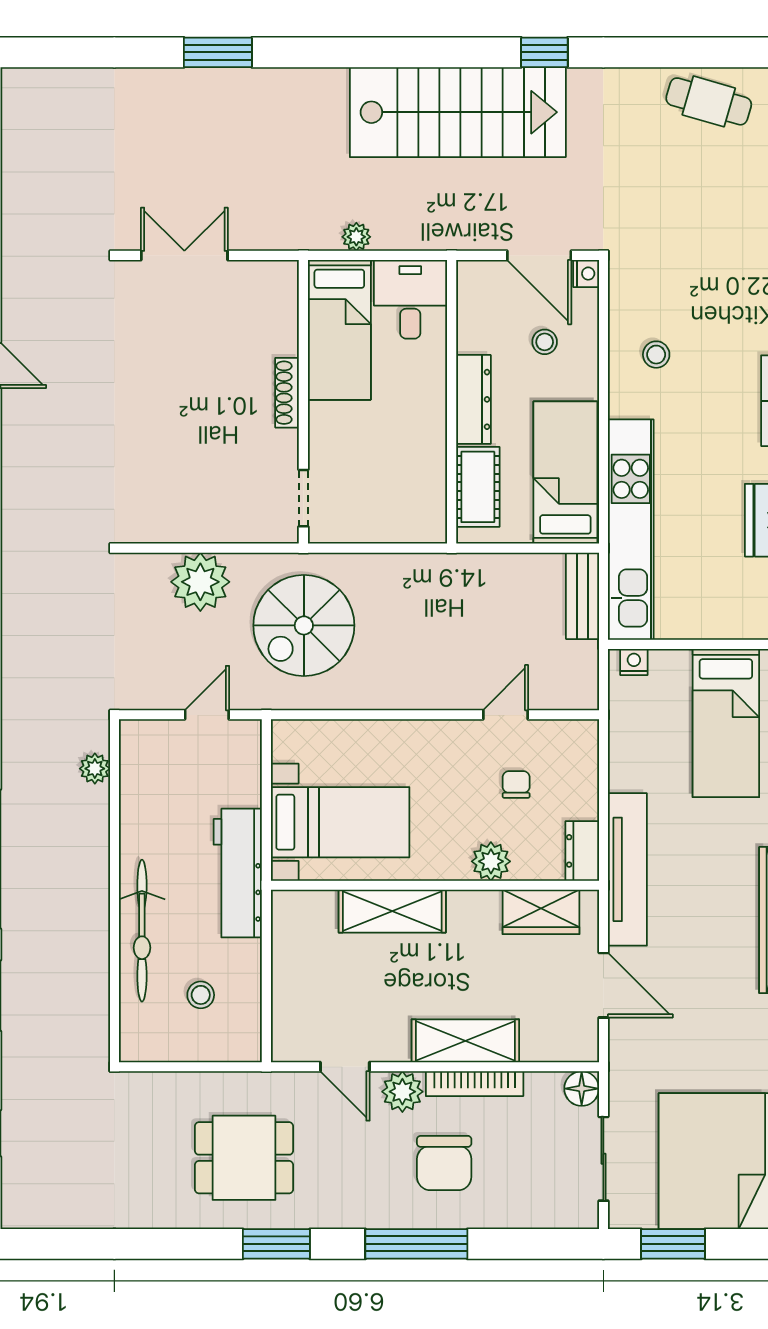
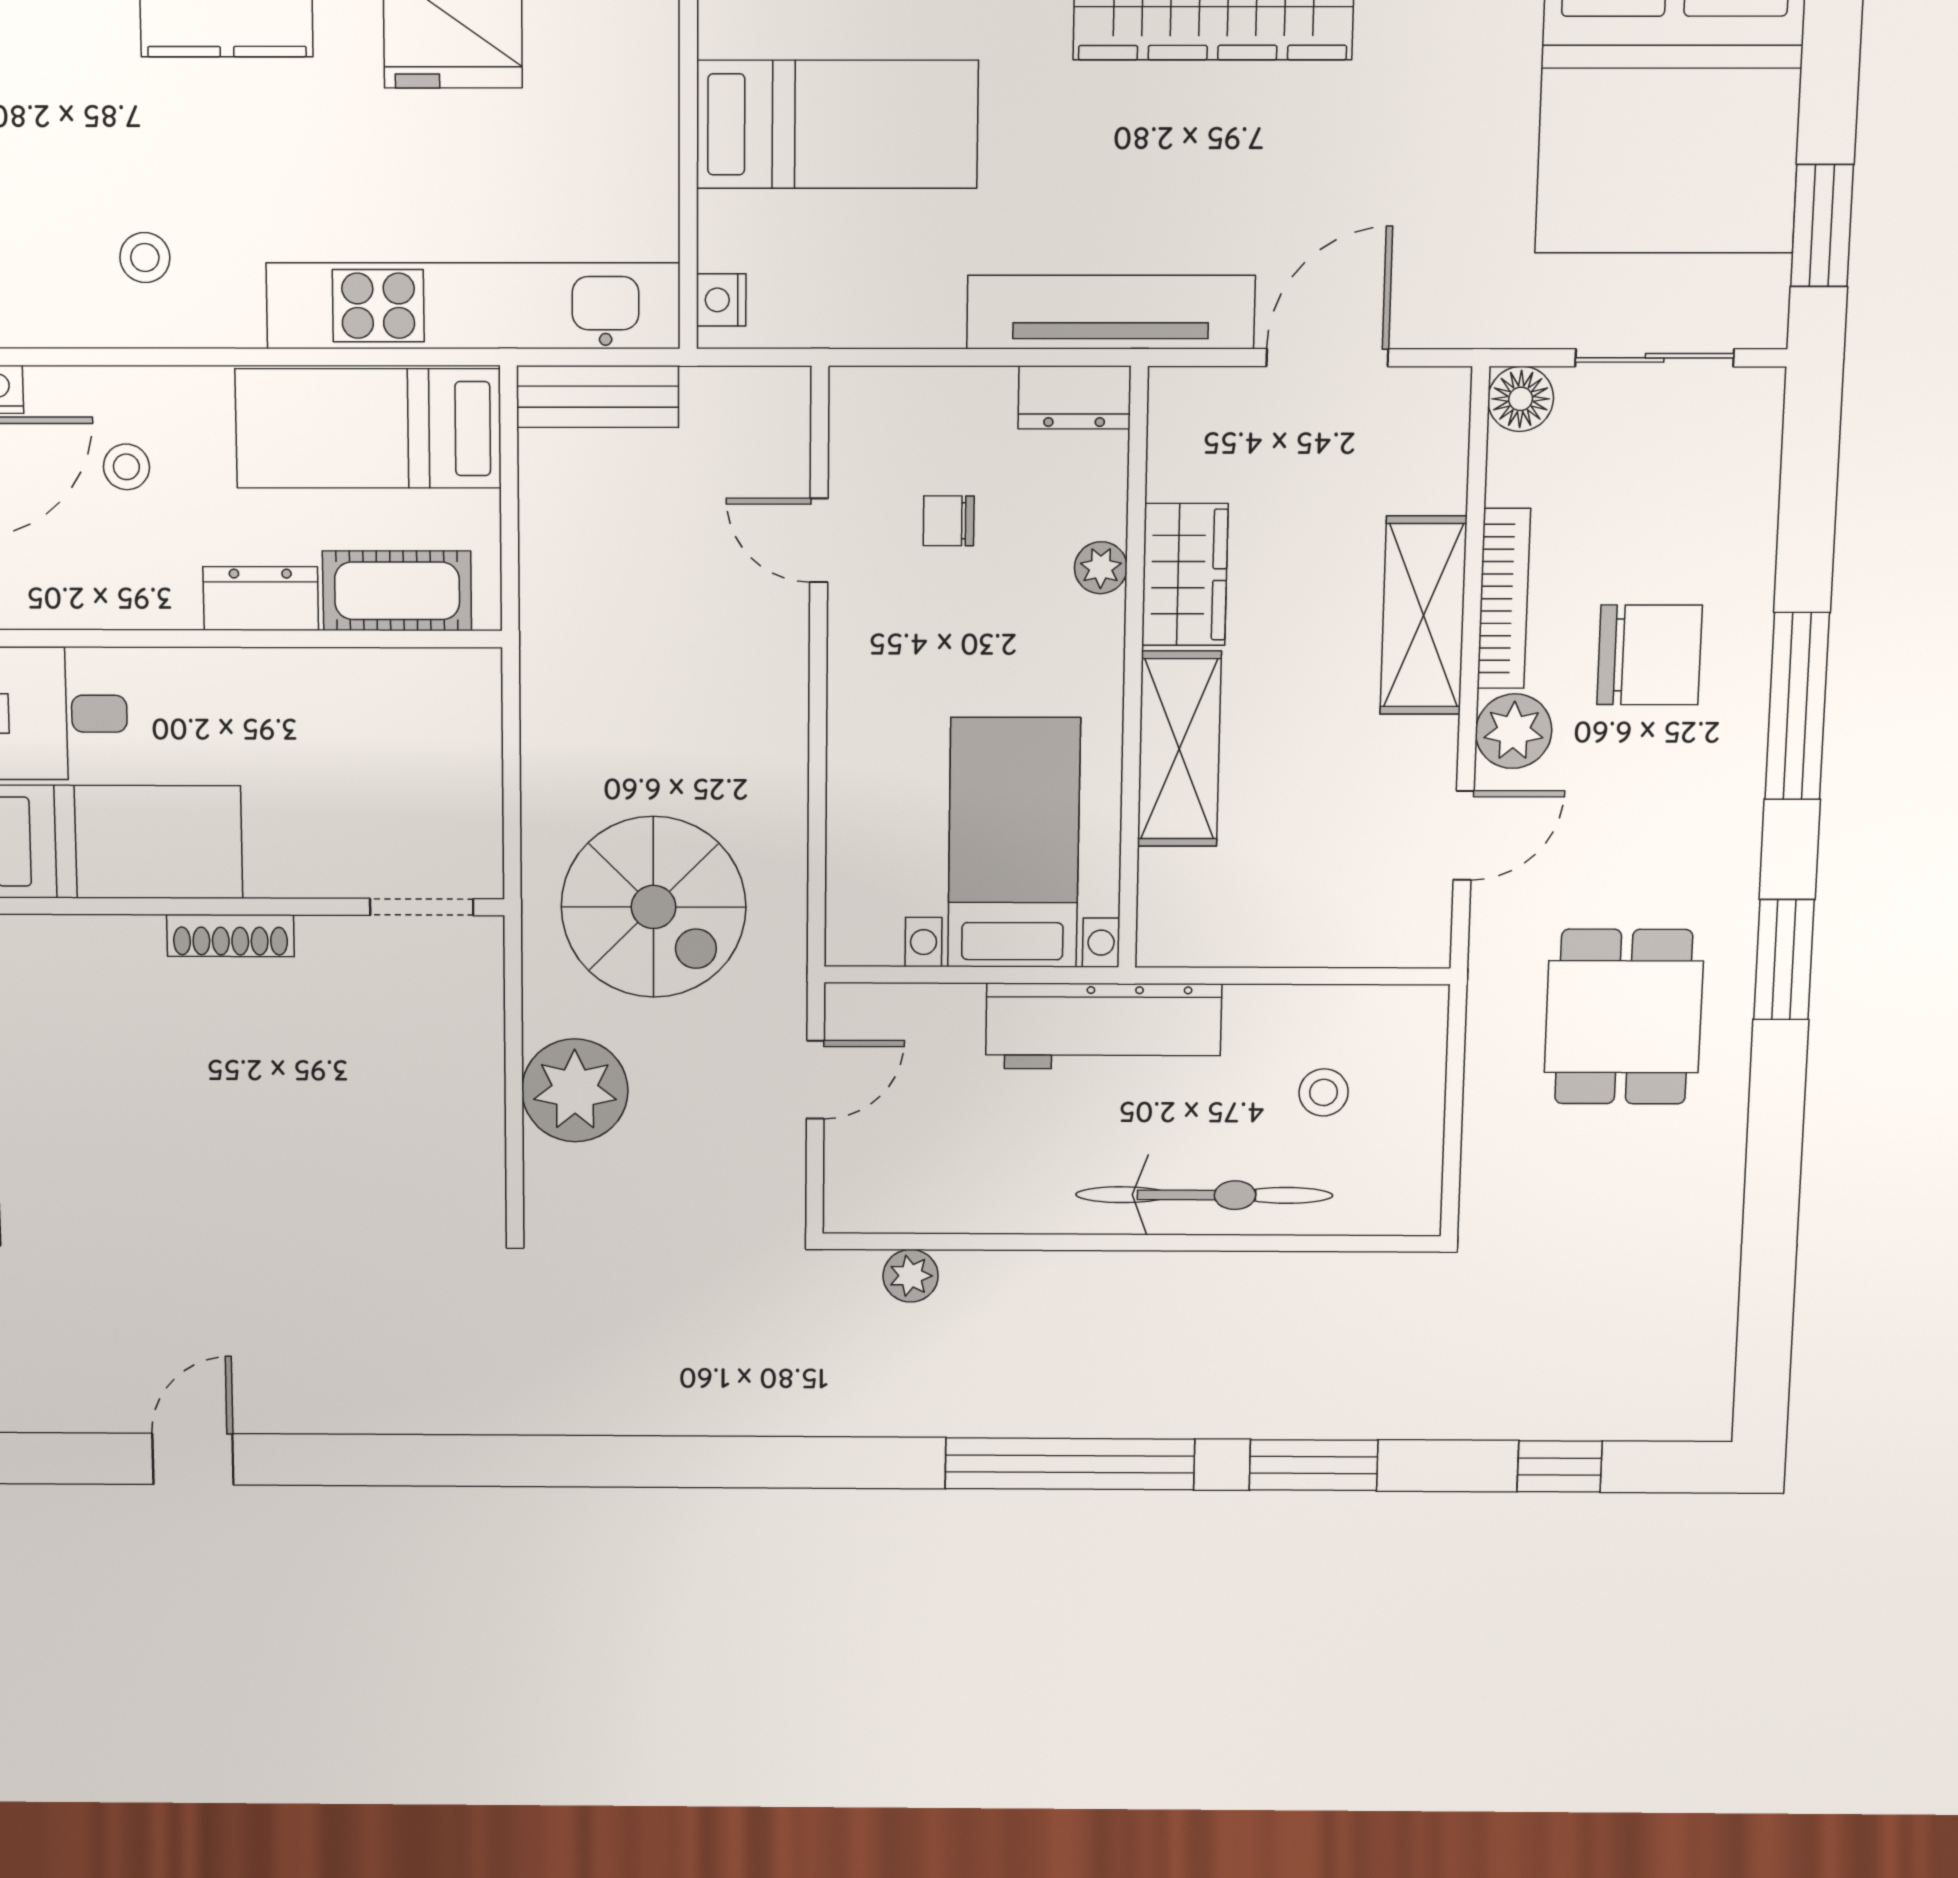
dresser: (473, 399) -> (261, 599), width x0.70
door: (207, 715) -> (815, 1080), swing flipped
plant: (491, 861) -> (1101, 568), width x0.73, depth x0.73
wardrobe: (541, 912) -> (1185, 575), moved

